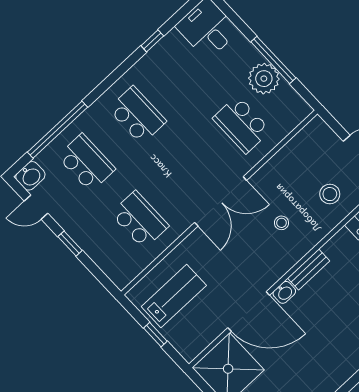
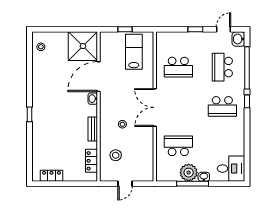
window: (152, 41) -> (247, 101), moved
washbasin: (251, 54) -> (204, 177), added
school desk: (86, 163) -> (222, 67), turned 90
bench: (309, 269) -> (93, 129), moved
lab bench: (174, 296) -> (134, 52), turned 180

